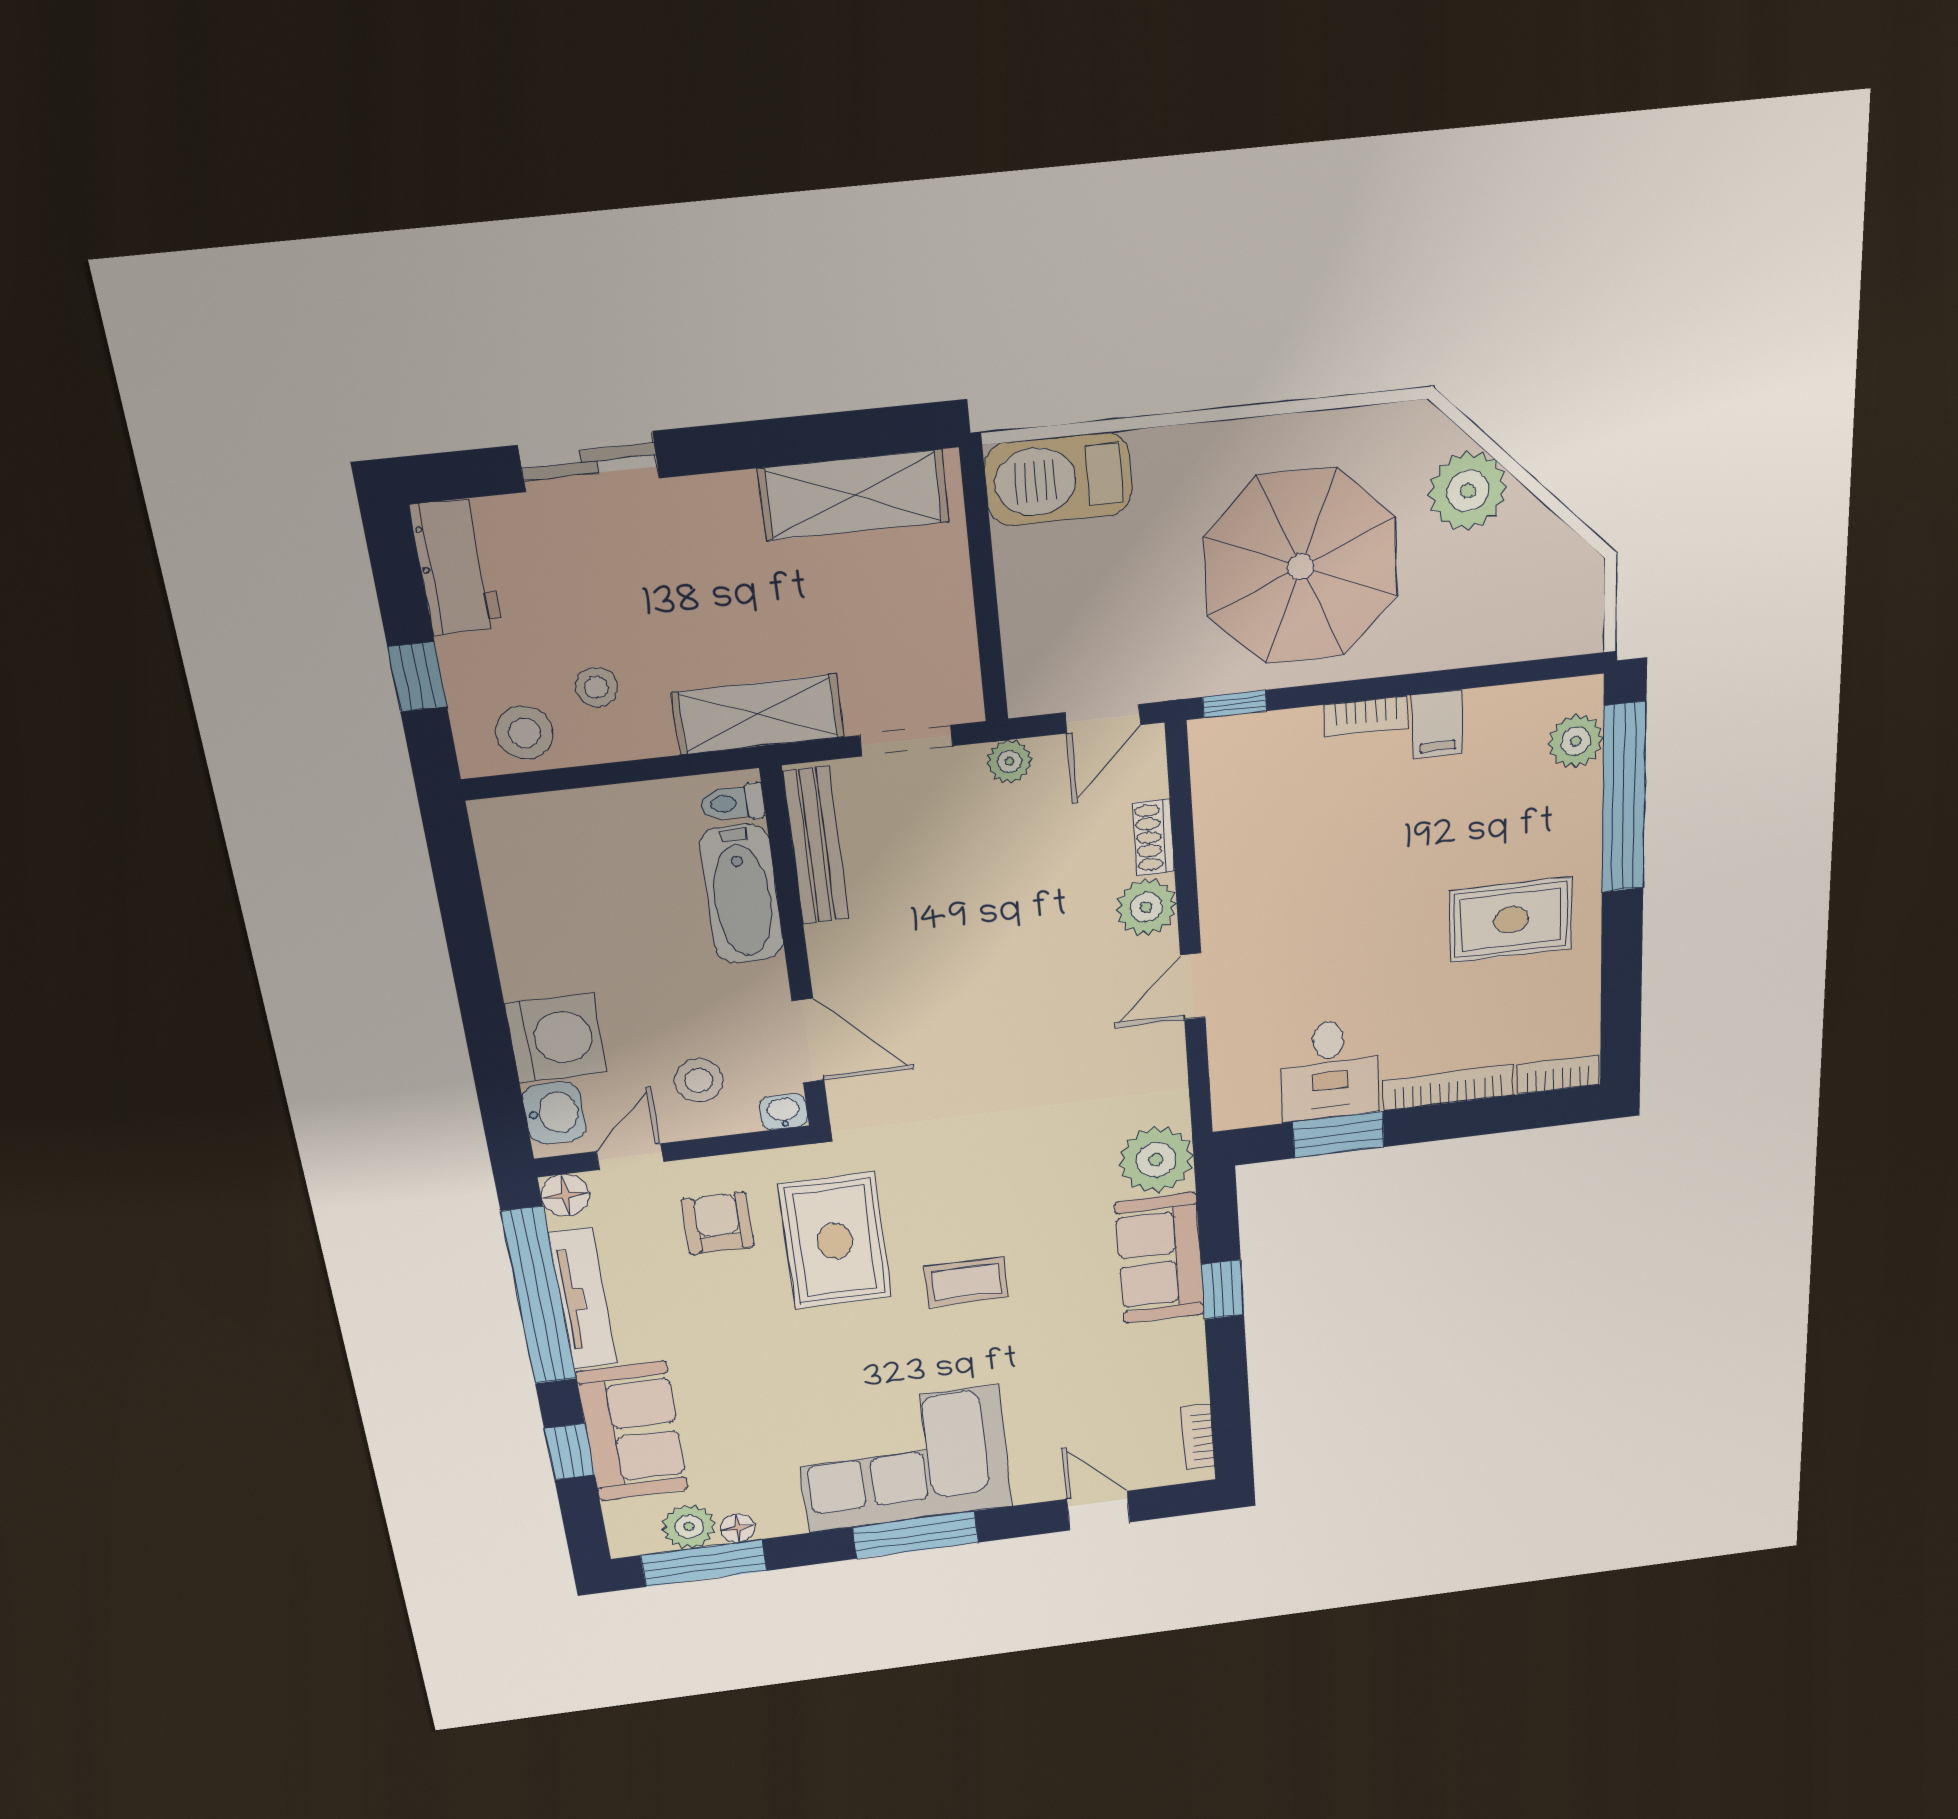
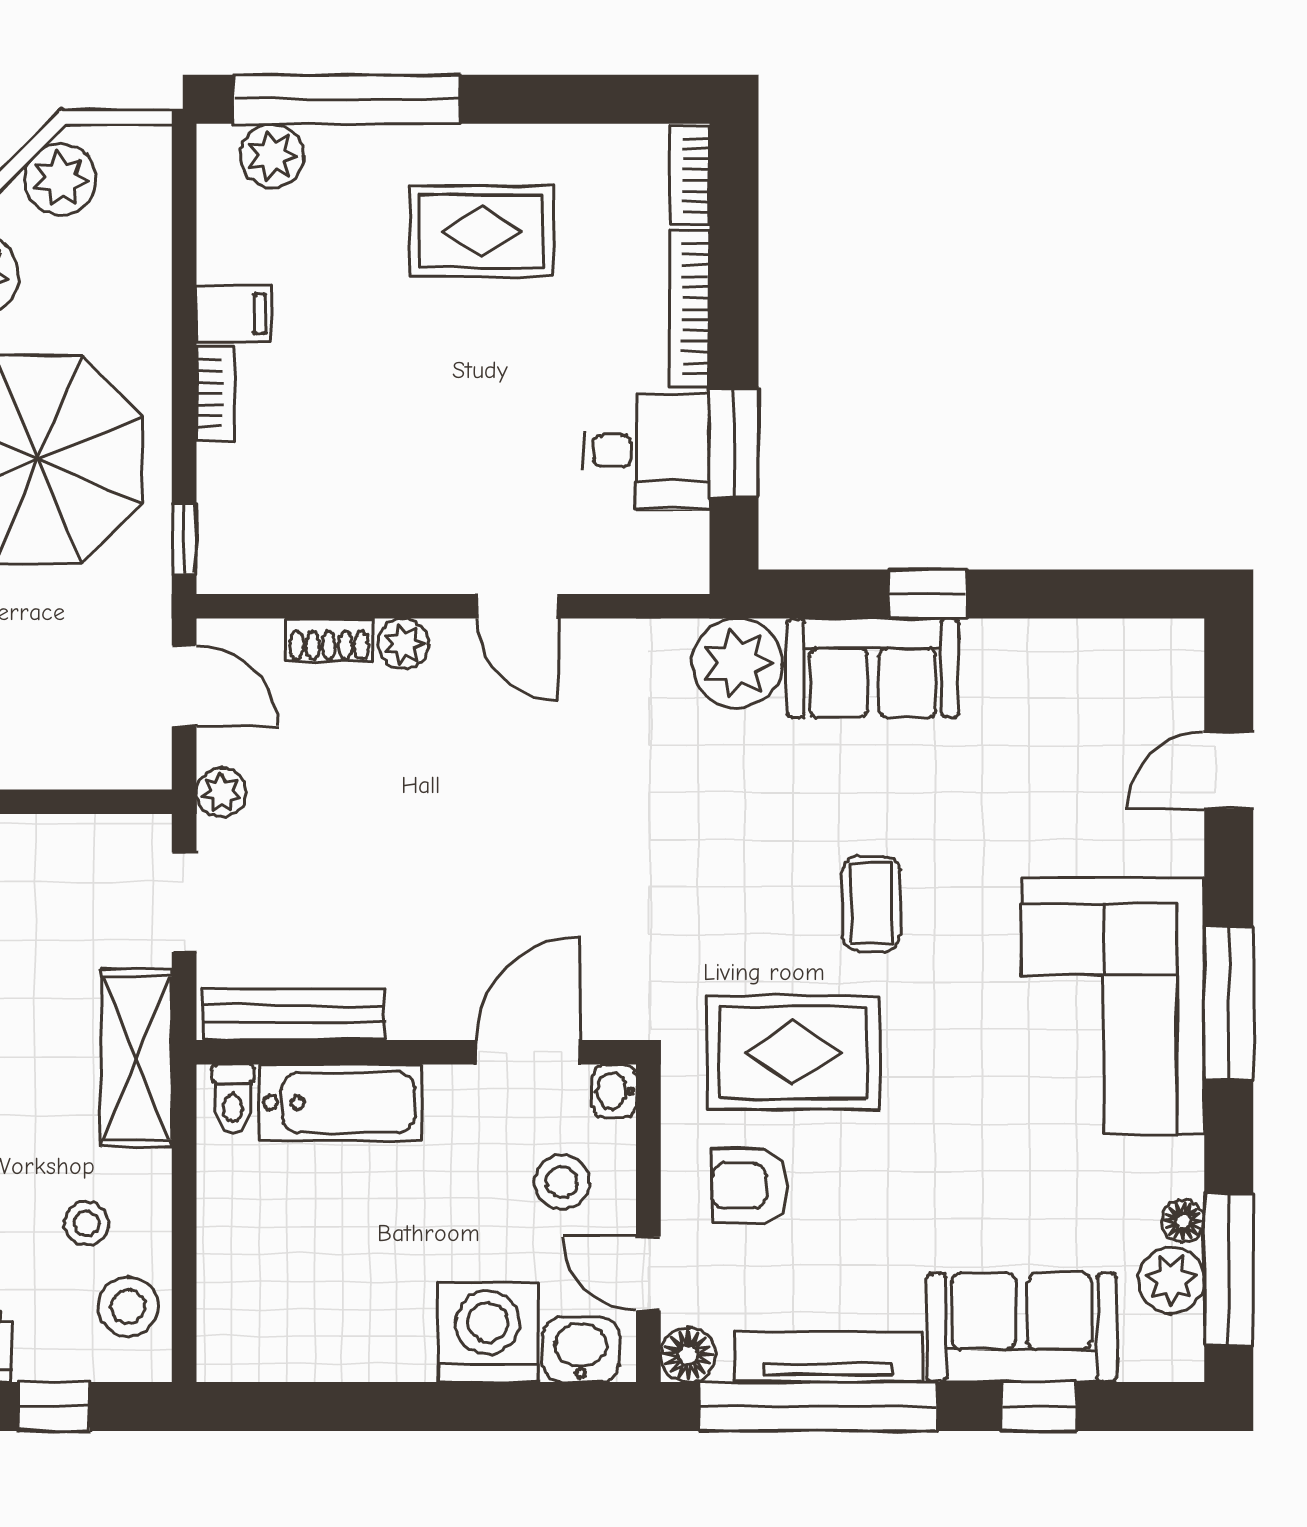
plant: (1555, 559) -> (60, 179), added
plant: (1146, 907) -> (403, 644), width x0.73, depth x0.73
rug: (1511, 920) -> (481, 231), turned 90
bookcase: (1198, 1437) -> (1138, 637), removed

